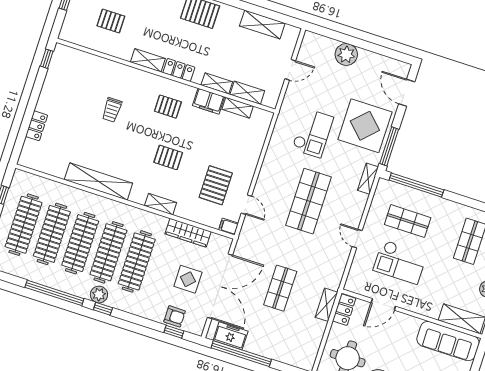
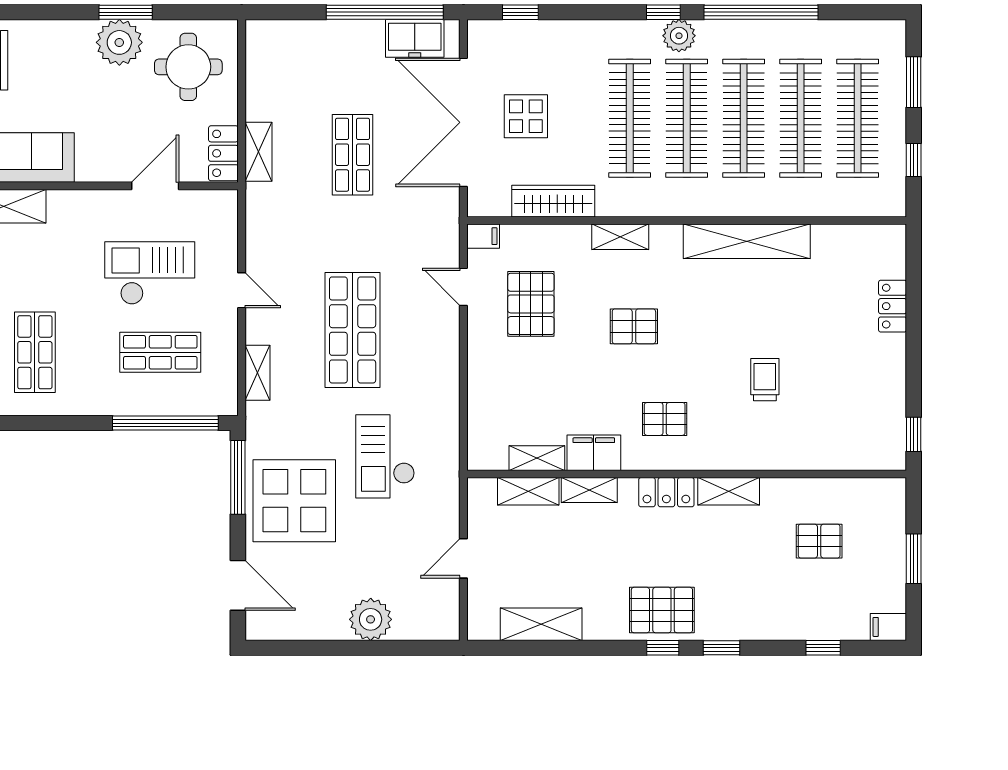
shelving: (368, 179) -> (257, 373), moved
armchair: (175, 316) -> (528, 41), removed

